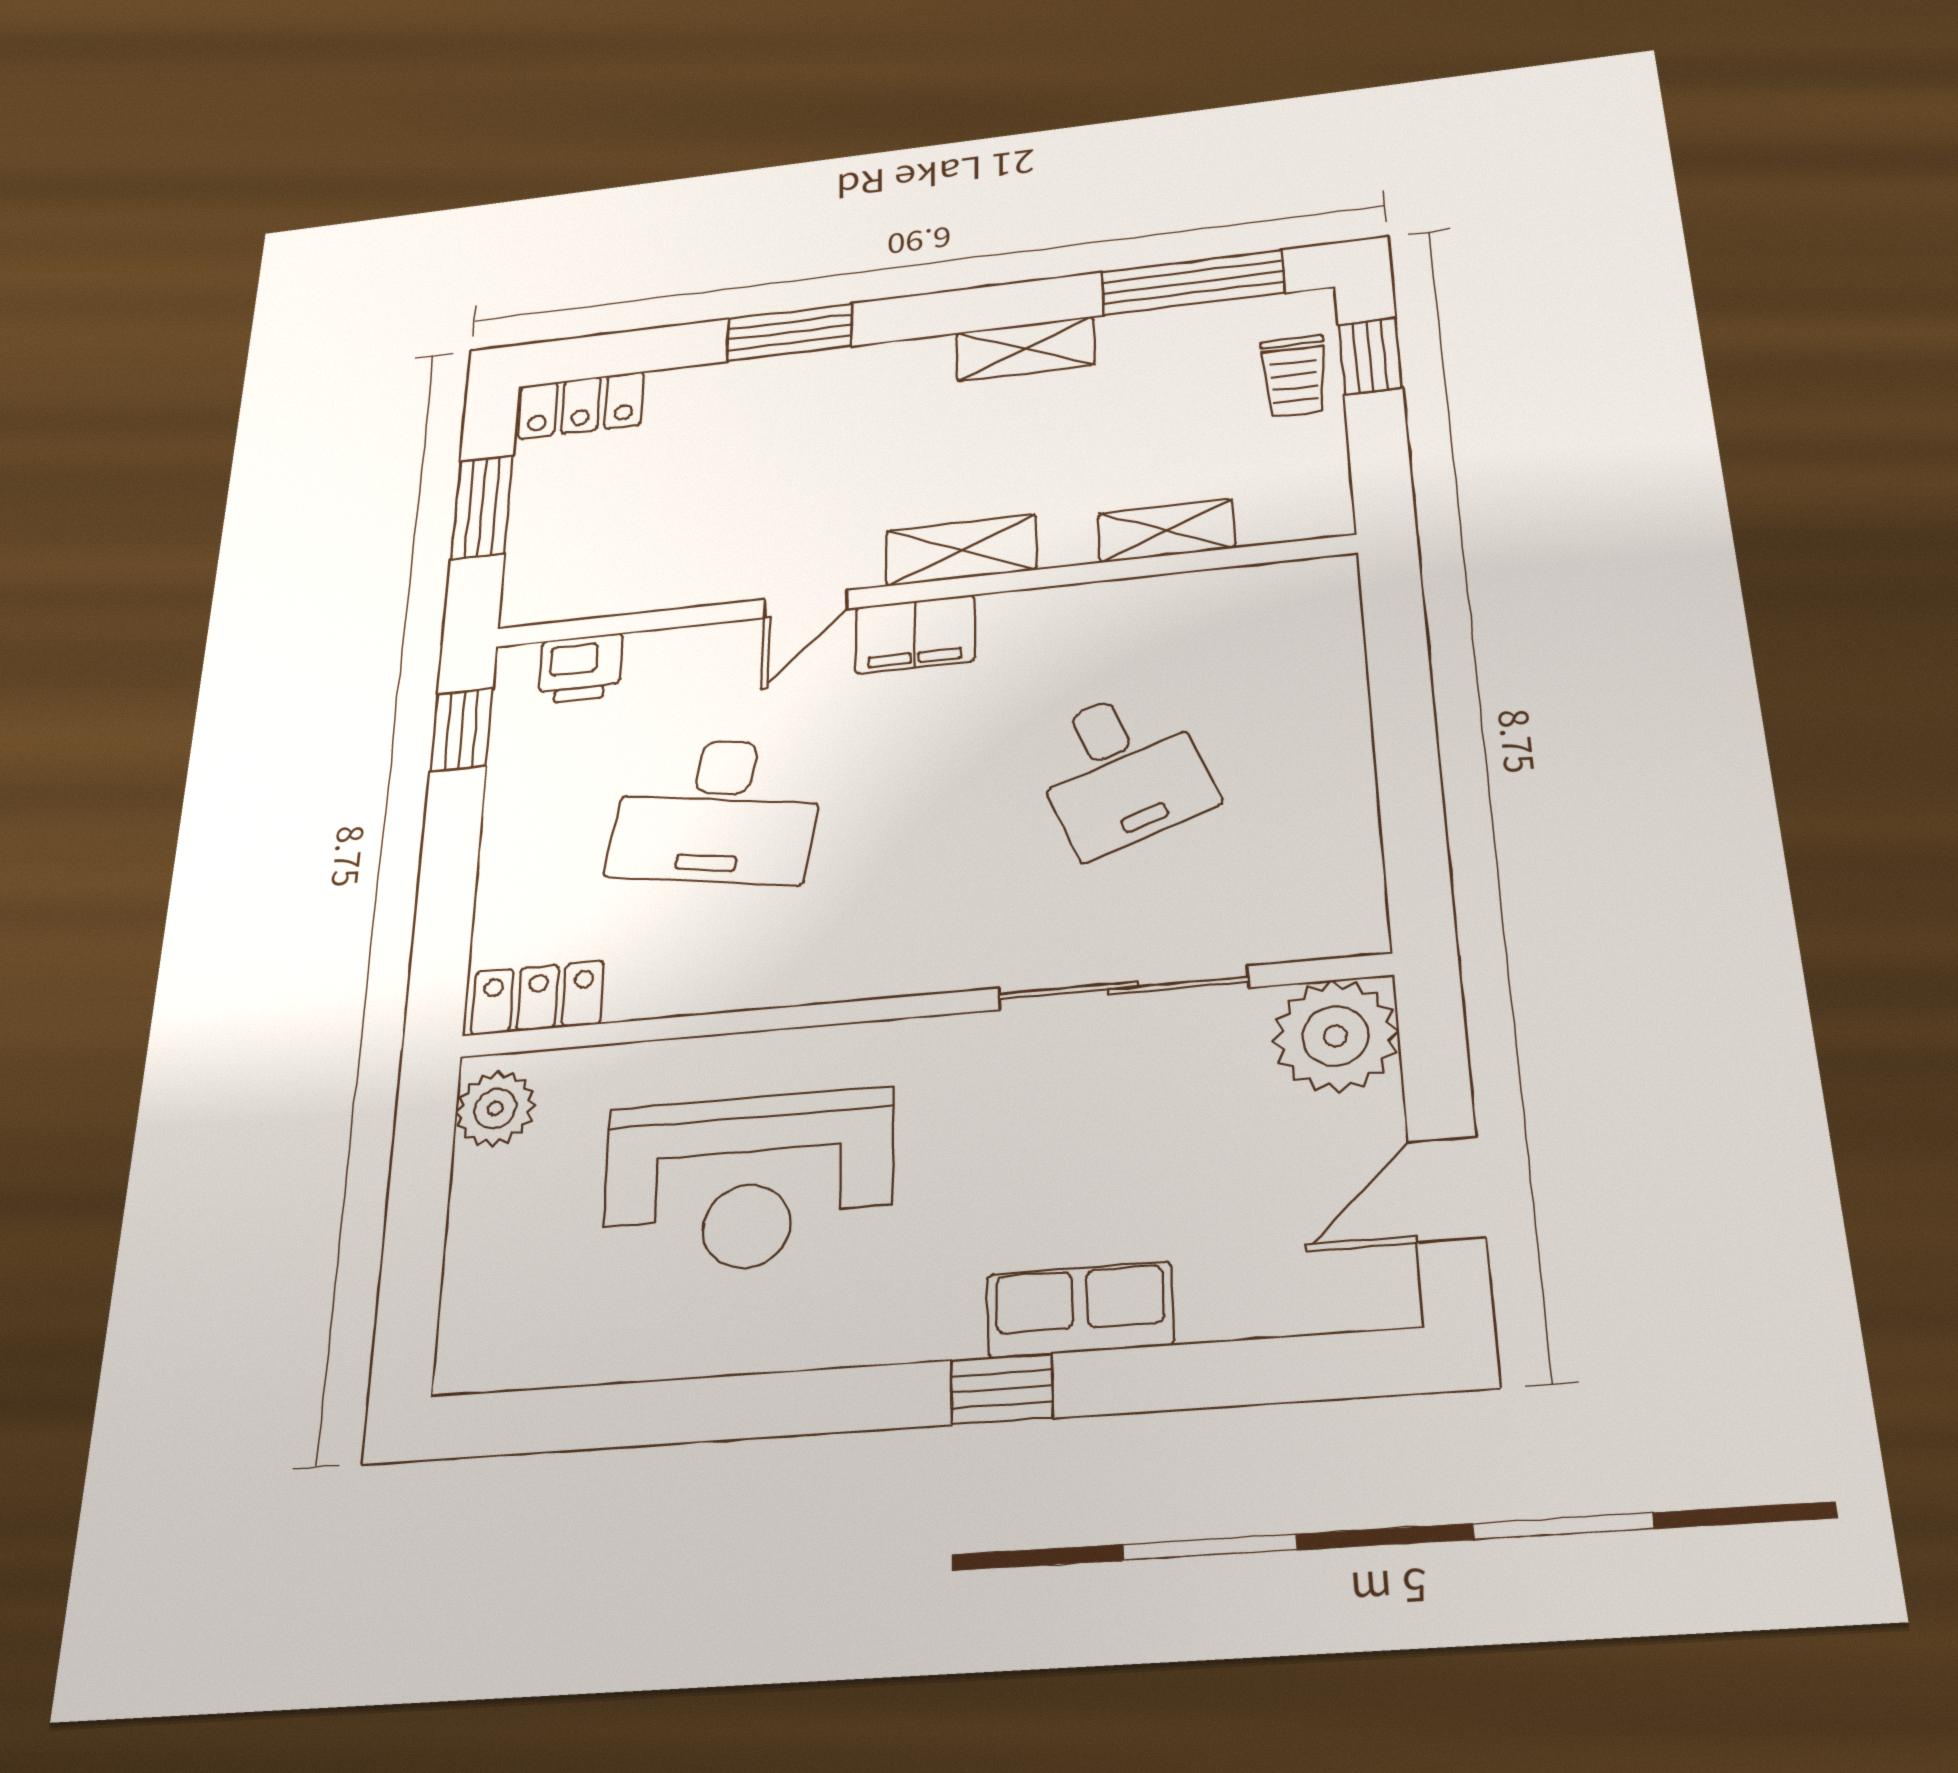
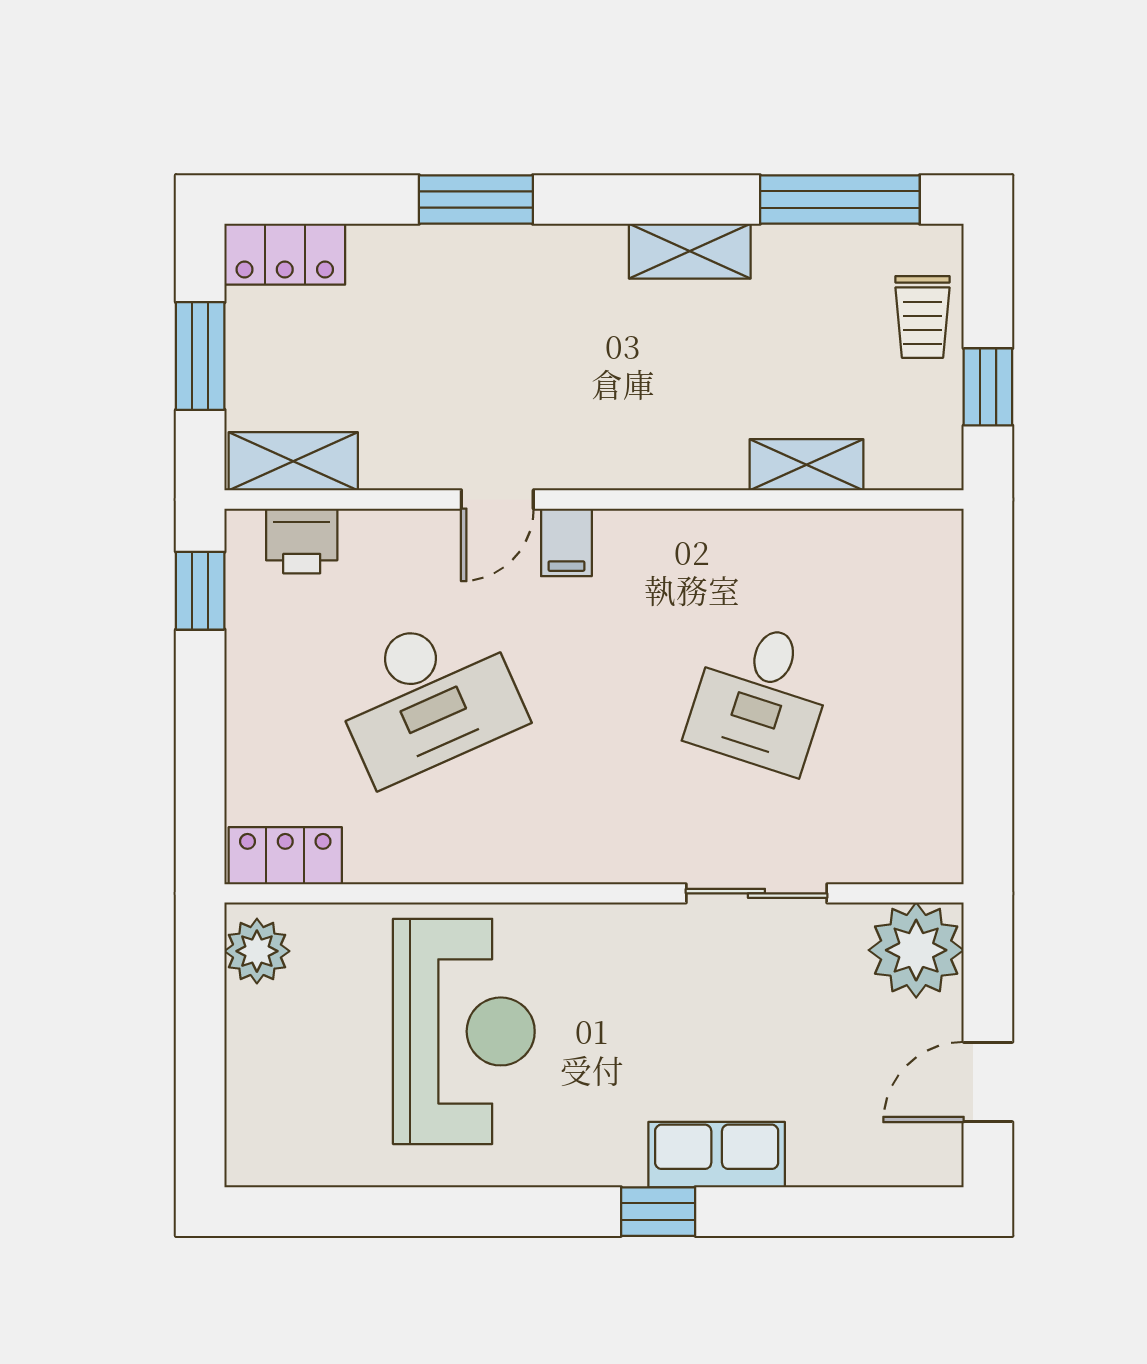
window: (1370, 356) -> (988, 387), moved
shelving: (961, 550) -> (293, 461), moved
filing cabinet: (915, 634) -> (566, 542), width x0.50
desk: (1121, 770) -> (761, 696), turned 39
desk: (717, 811) -> (427, 696), turned -33
sliding door: (1123, 988) -> (756, 893), width x0.73
reception desk: (748, 1182) -> (464, 1031), turned -90

